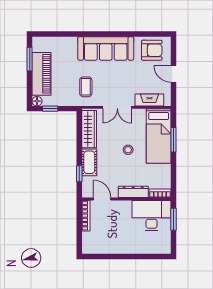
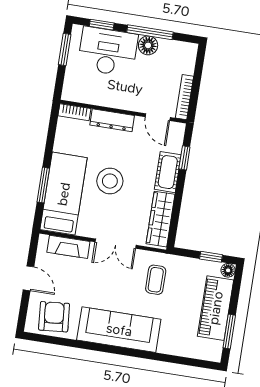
armchair: (152, 50) -> (54, 317), turned 85
double door: (117, 107) -> (116, 244), swing flipped
stool: (128, 150) -> (110, 181), width x1.89, depth x1.89
desk: (152, 216) -> (108, 52), moved, turned 180
window: (174, 219) -> (65, 50), moved
floor lamp: (117, 247) -> (148, 45), added
window: (117, 257) -> (150, 32), added
window: (151, 257) -> (102, 25), added

